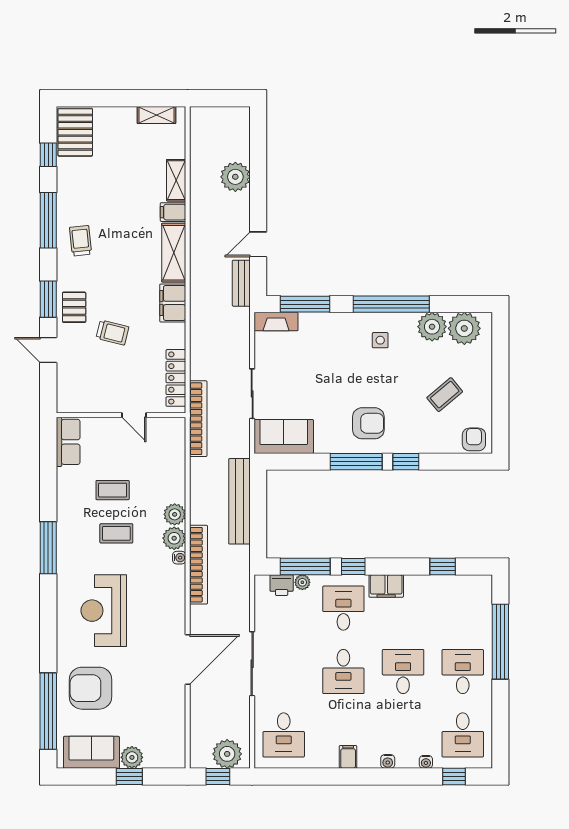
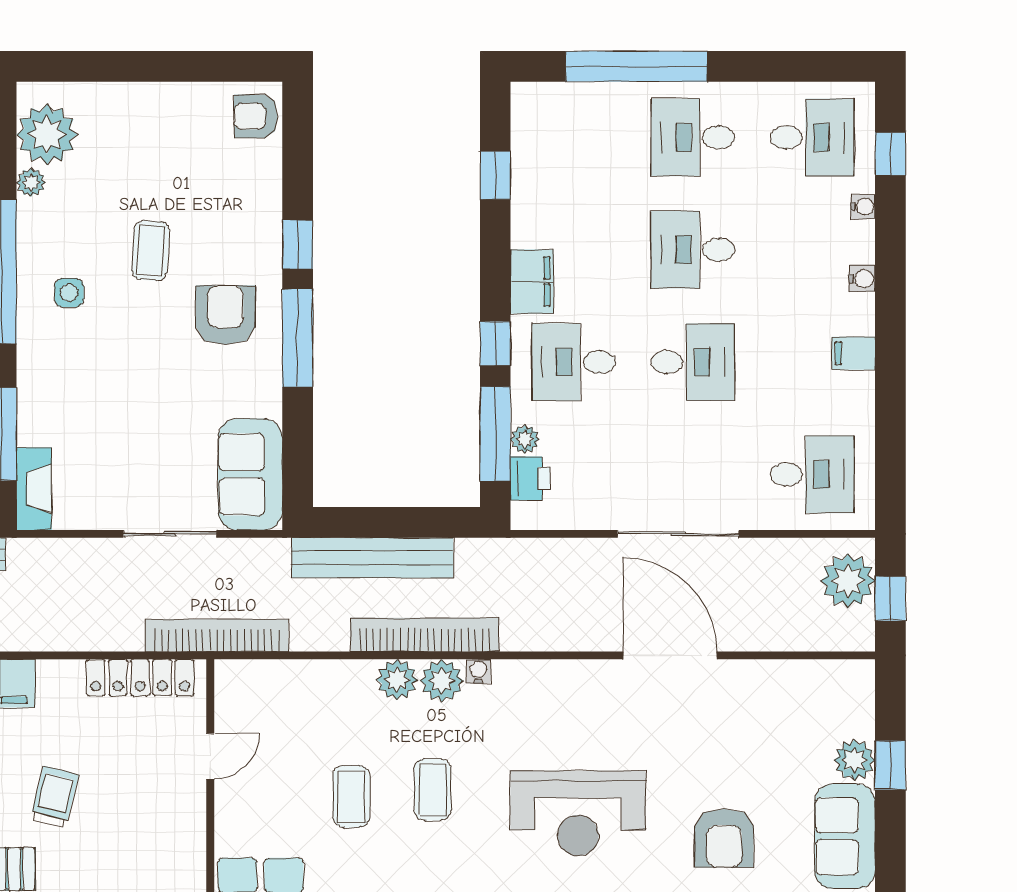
plant: (432, 327) -> (31, 182), width x0.53, depth x0.53
coffee table: (445, 395) -> (151, 251), moved, turned 44
bookcase: (198, 565) -> (425, 635), moved
armchair: (90, 688) -> (724, 838), width x0.73, depth x0.73

